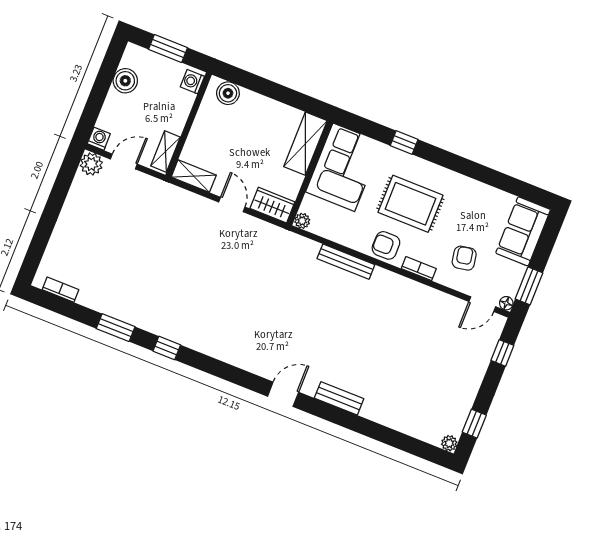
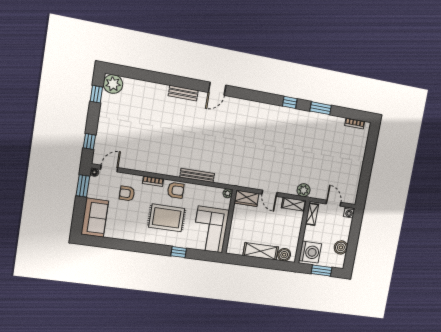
washing machine: (192, 82) -> (310, 252), width x1.89, depth x1.89
shelving: (305, 144) -> (261, 251), moved, turned 90
door: (124, 162) -> (333, 203), swing flipped
plant: (91, 164) -> (304, 190), moved
armchair: (464, 258) -> (127, 193), turned 100
plant: (449, 443) -> (113, 84), width x1.88, depth x1.88

